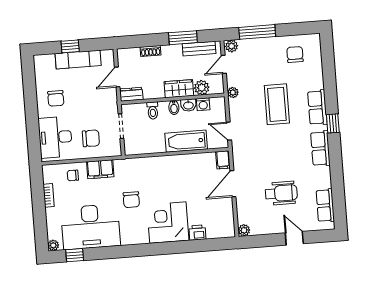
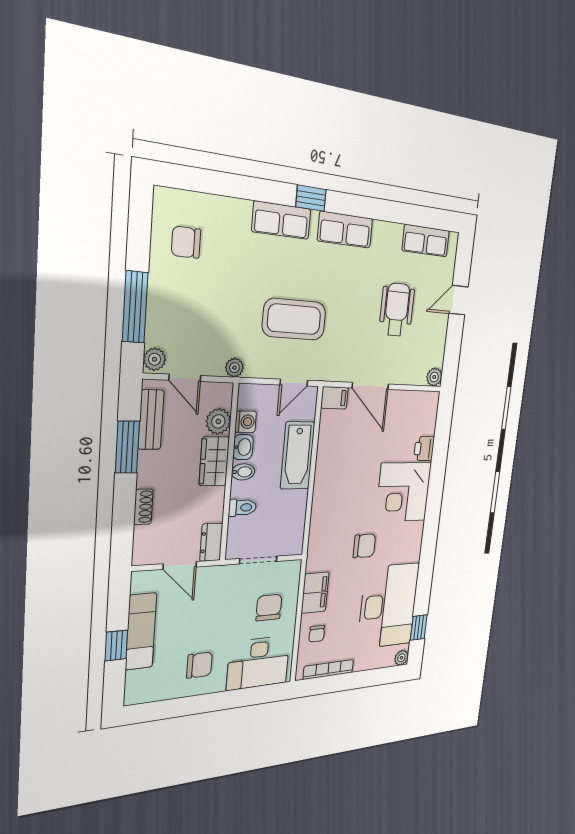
coffee table: (277, 104) -> (294, 319), moved
bookcase: (49, 195) -> (328, 669), width x1.56

